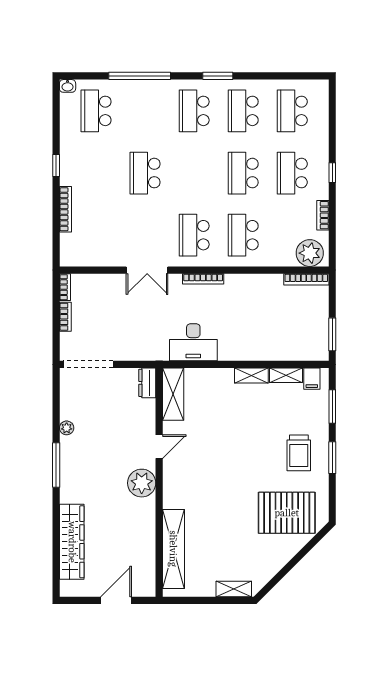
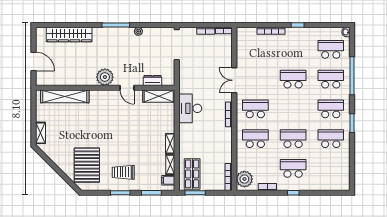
school desk: (292, 111) -> (331, 79), moved
shop shelf: (301, 339) -> (192, 174), added
dresser: (147, 383) -> (153, 80), moved

